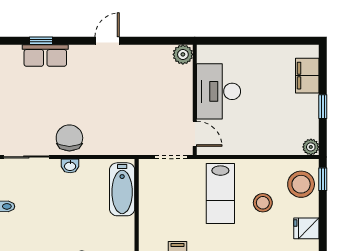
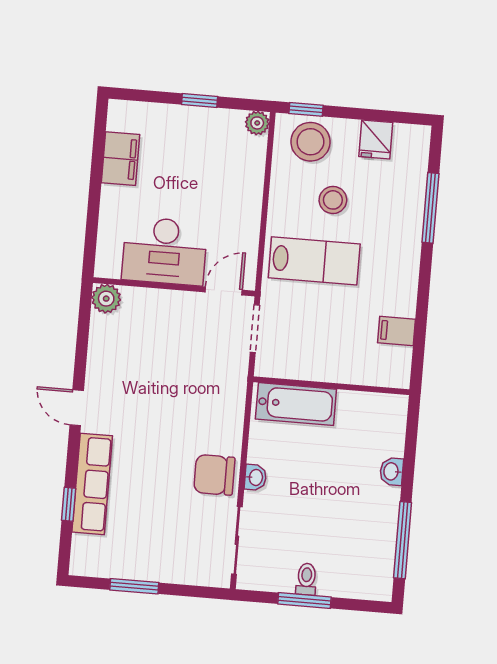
row of seats: (45, 55) -> (92, 484), width x1.48
filing cabinet: (307, 76) -> (120, 159), moved, turned -90

